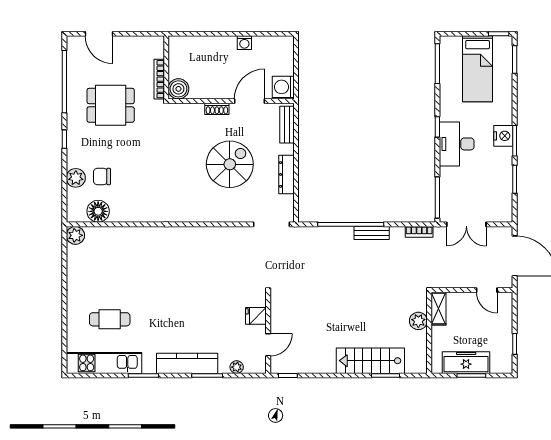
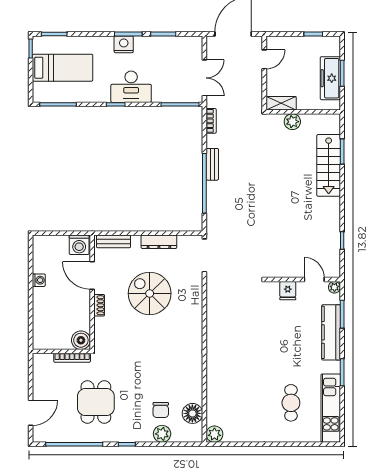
fridge: (256, 316) -> (288, 291), moved
wall: (268, 333) -> (303, 280), moved
door: (268, 345) -> (314, 280), moved

